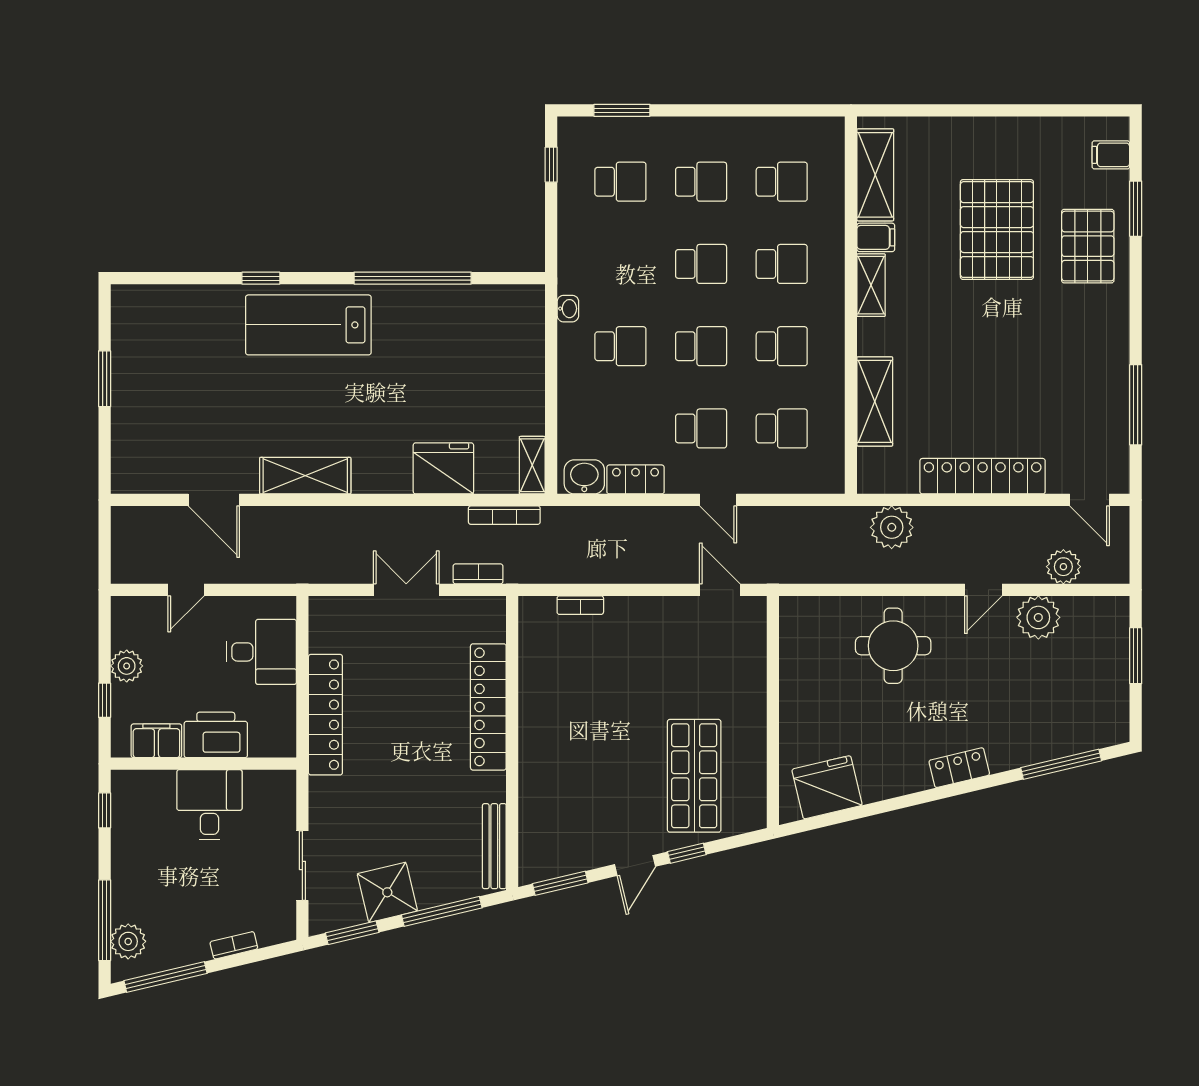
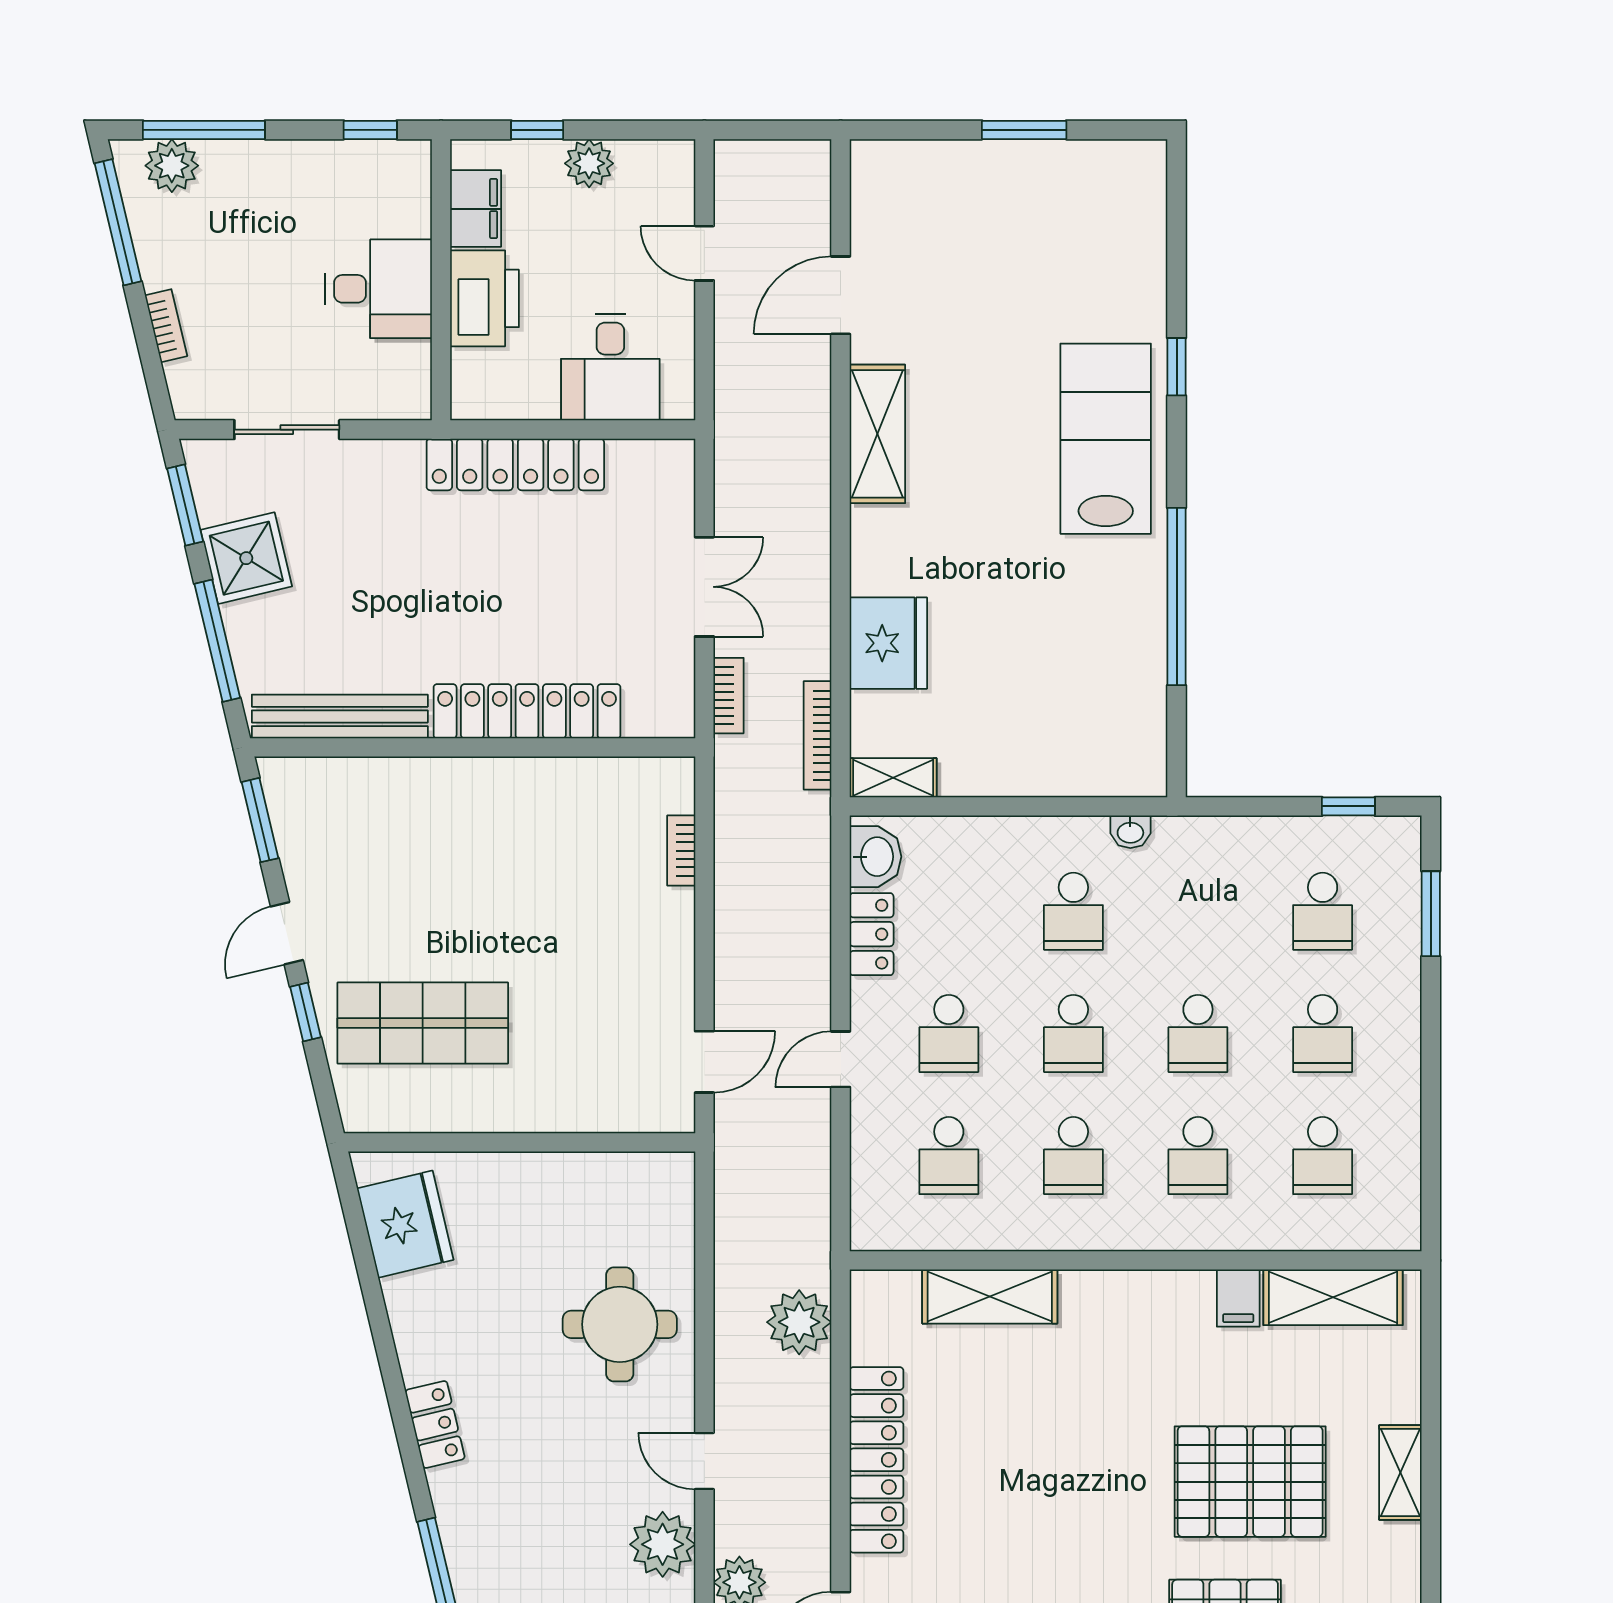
shelving: (871, 285) -> (1400, 1472), moved, turned 90
bench: (494, 846) -> (340, 716), width x1.37, depth x1.21
door: (635, 865) -> (287, 933), hinge flipped

